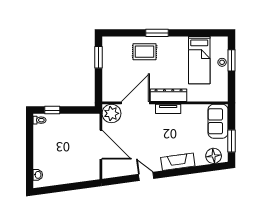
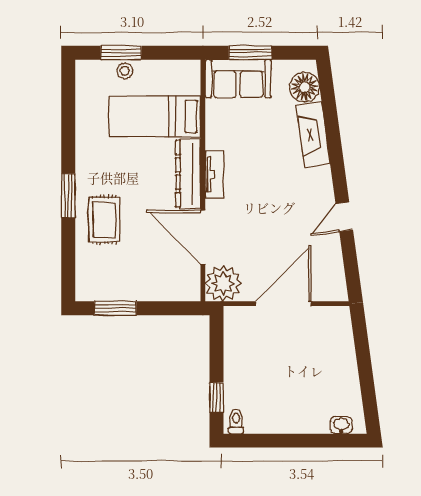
bed: (199, 60) -> (155, 116), moved, turned 180
window: (232, 141) -> (250, 53), moved
fireplace: (178, 162) -> (313, 135), moved

